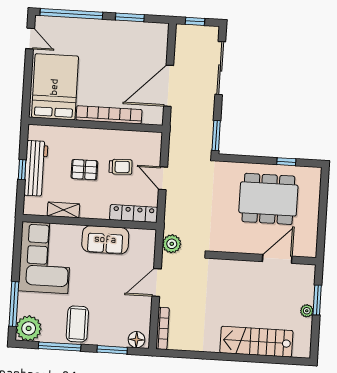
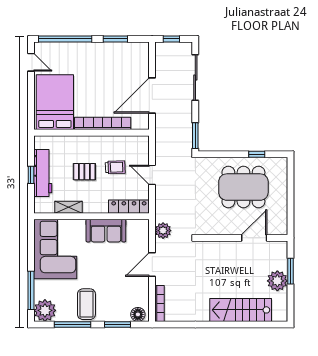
plant: (307, 311) -> (277, 281), width x1.88, depth x1.88

